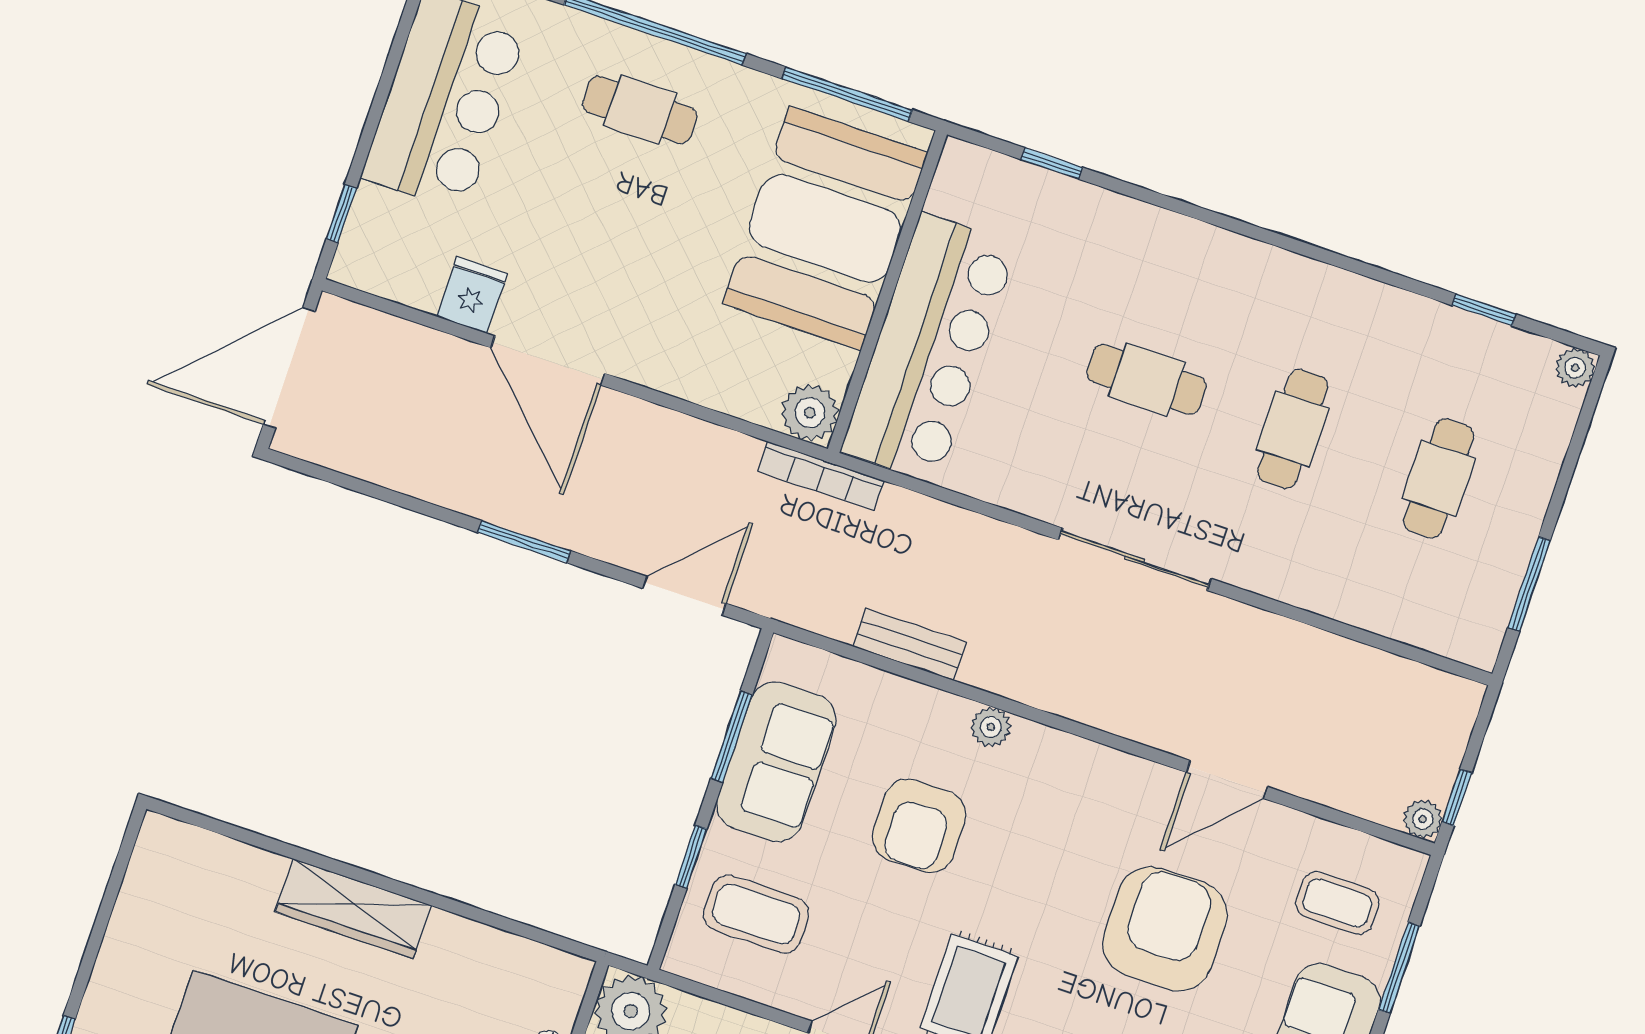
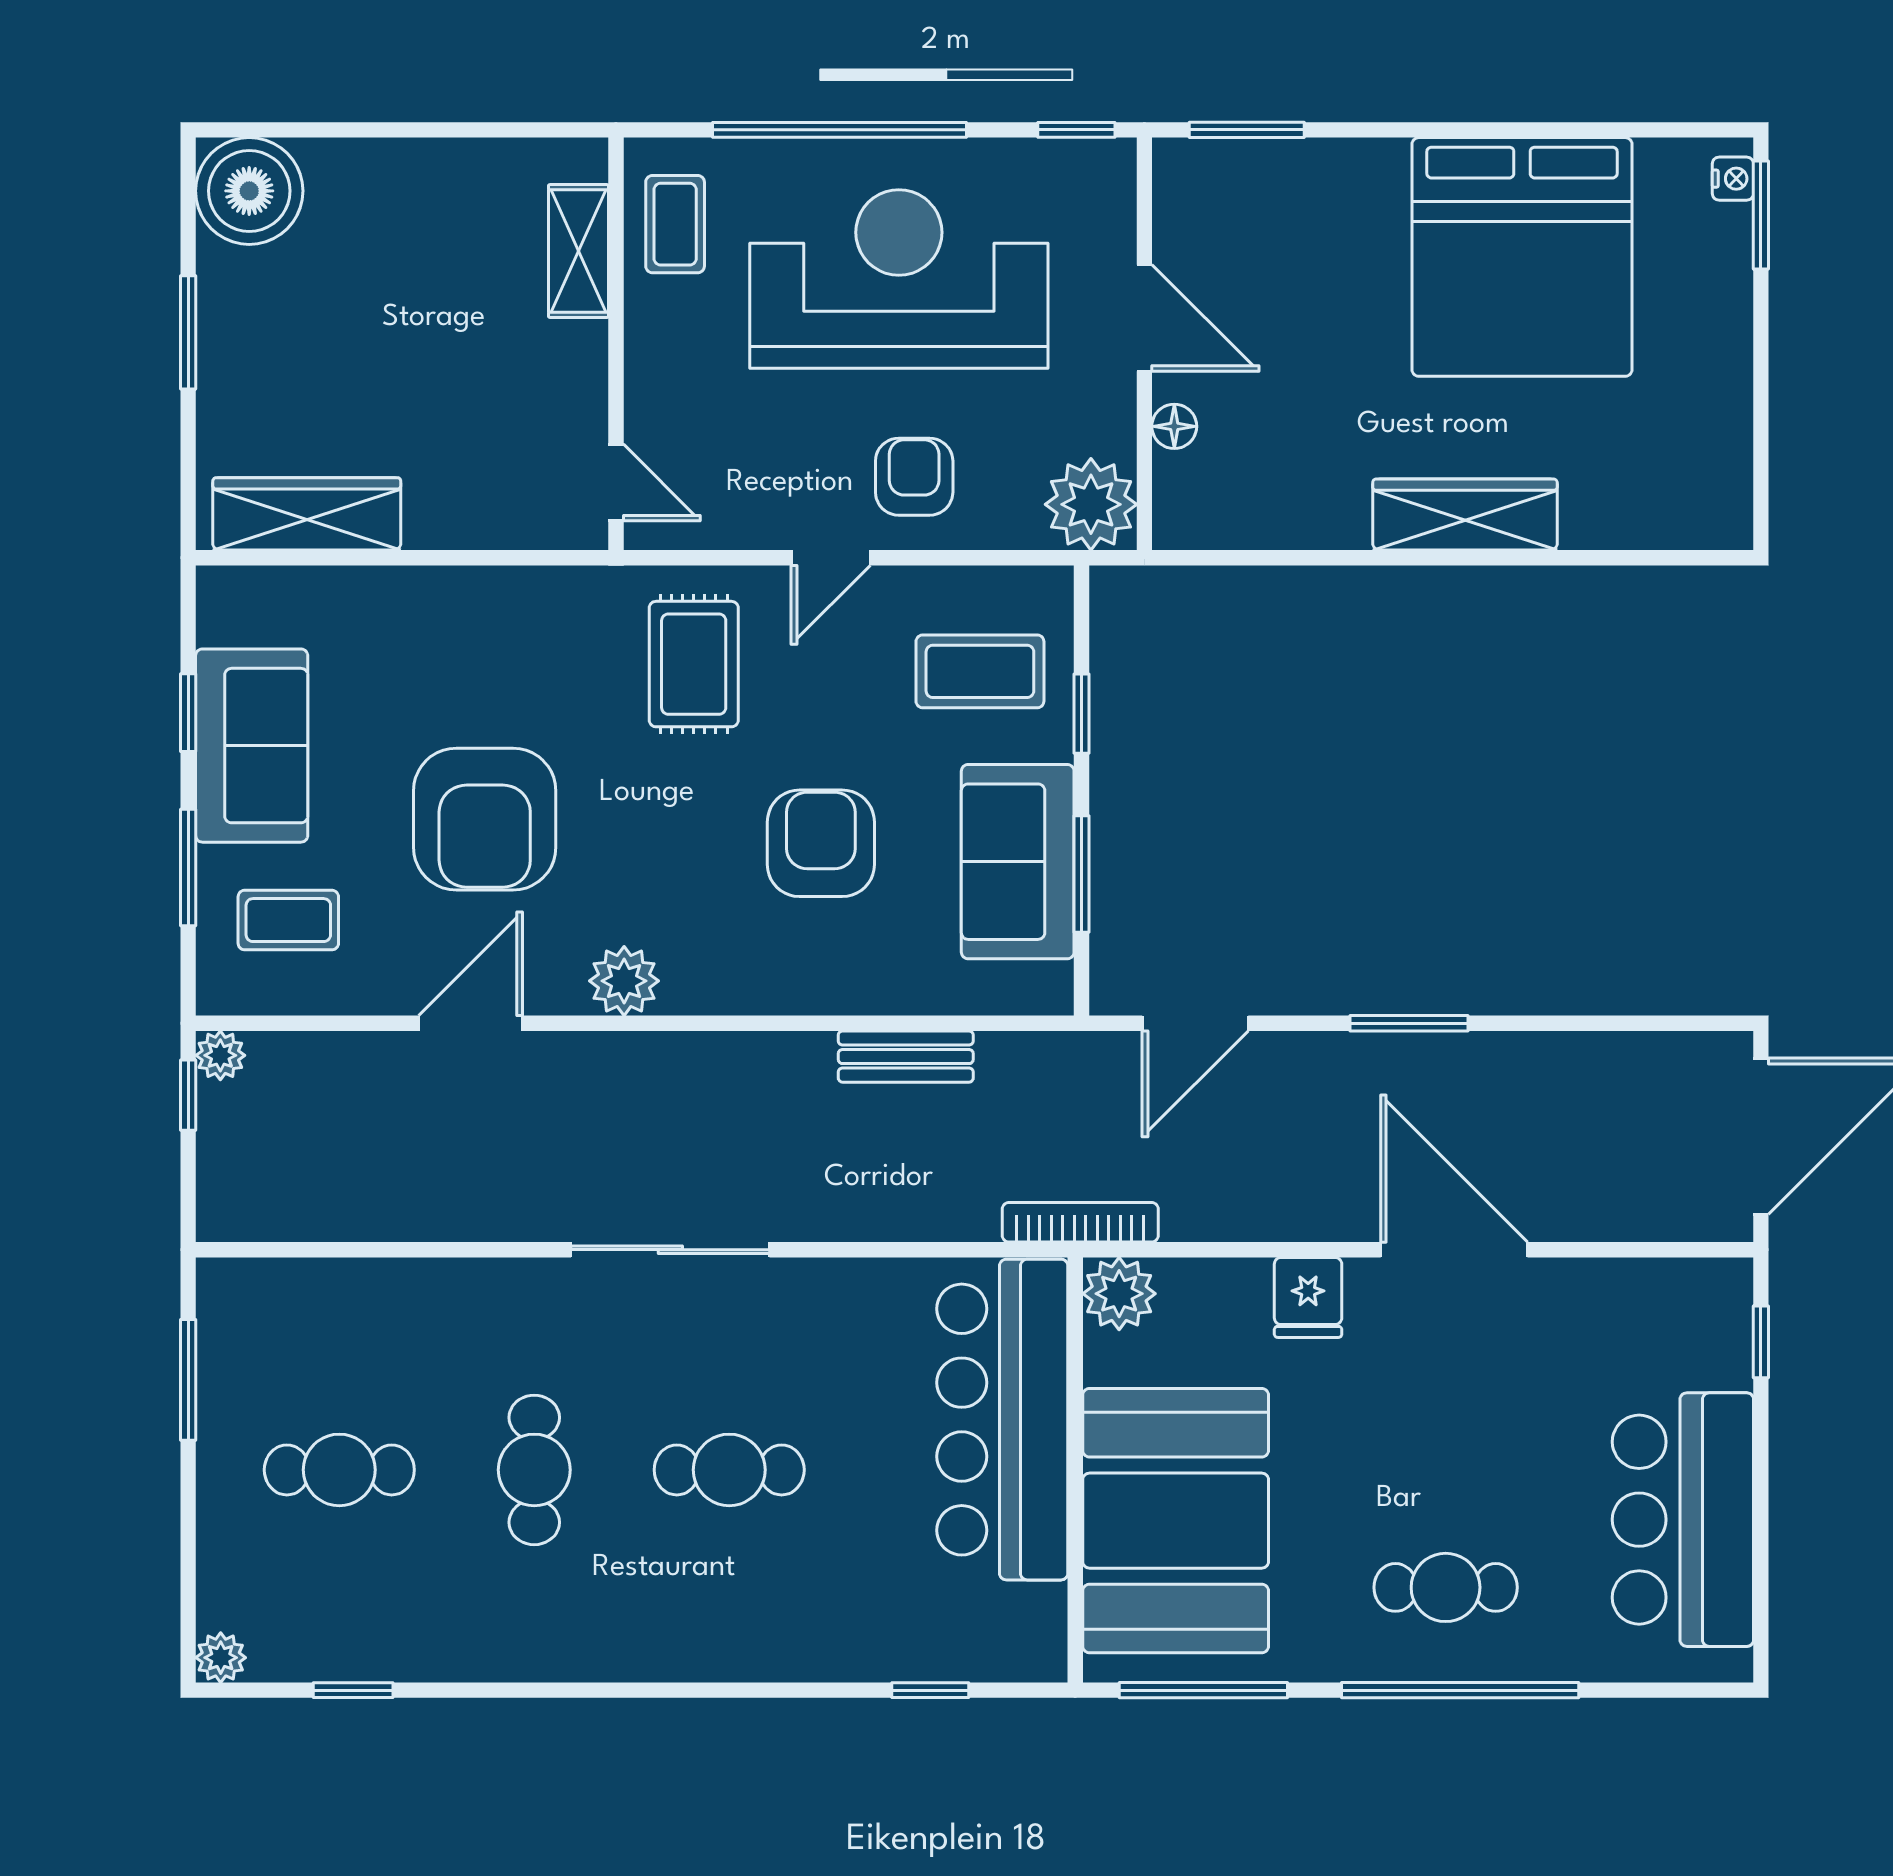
fridge: (472, 295) -> (1308, 1297), moved
cafe table: (1439, 478) -> (339, 1470), turned 90
plant: (991, 727) -> (624, 981), moved, width x1.38, depth x1.38

